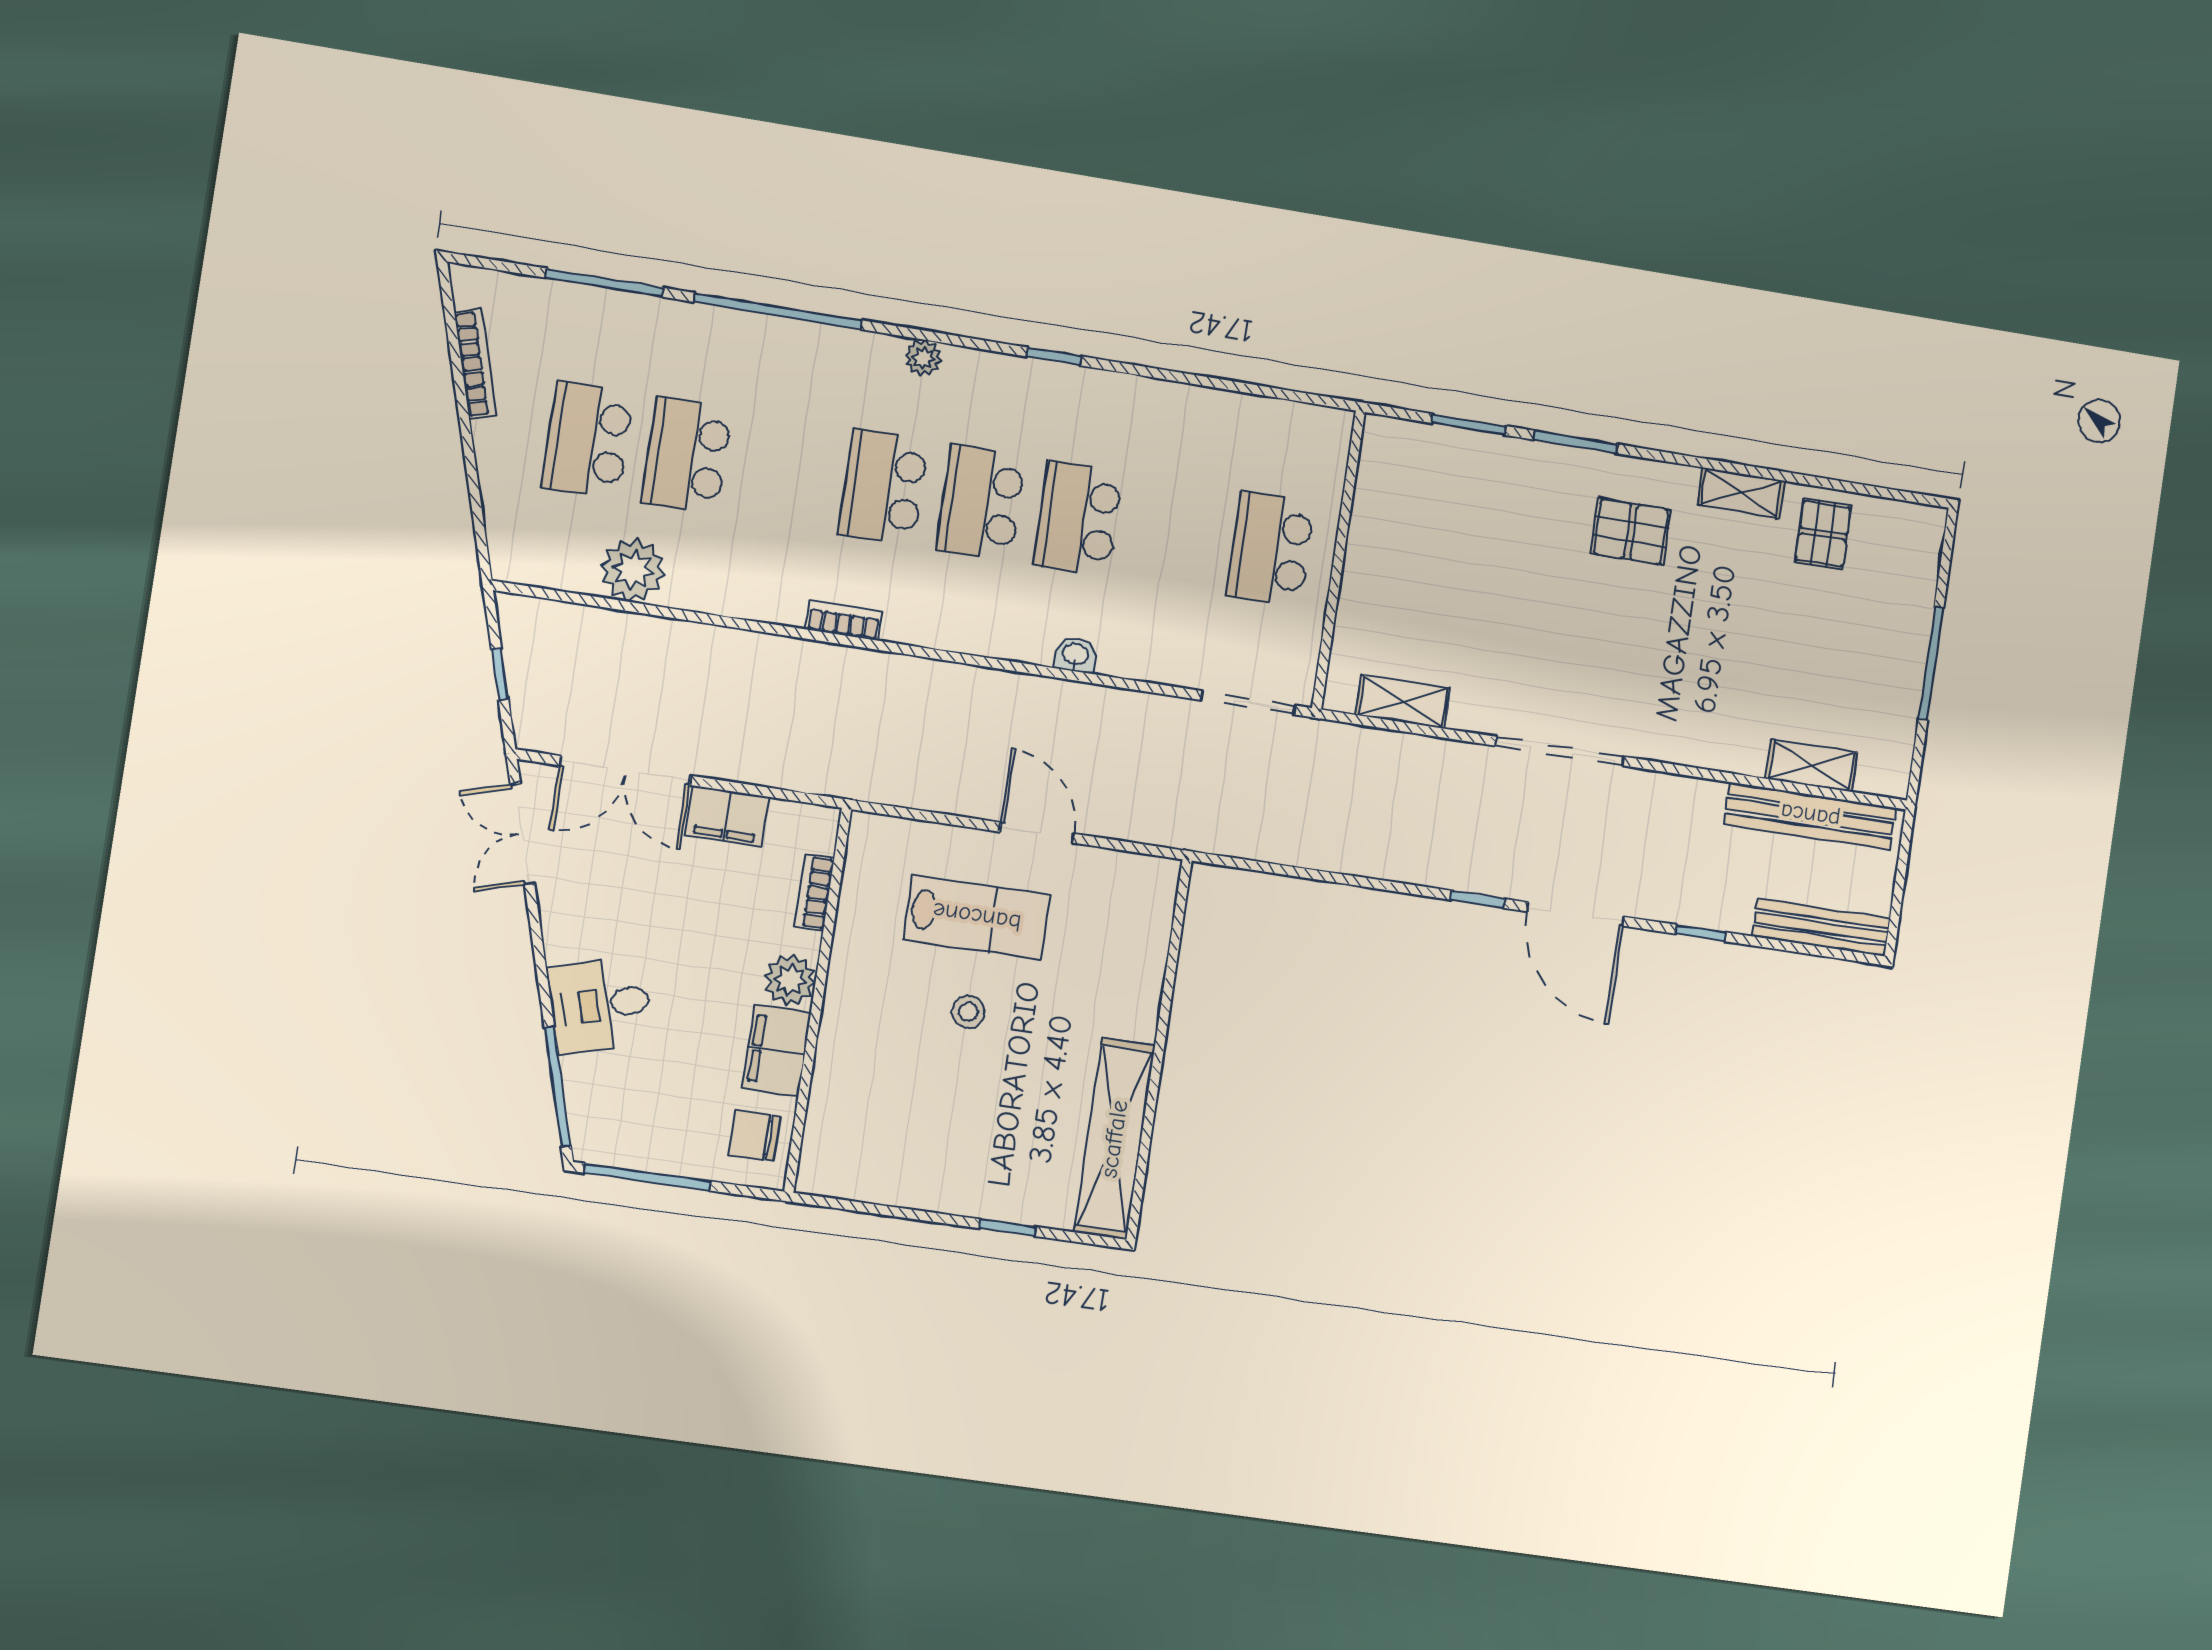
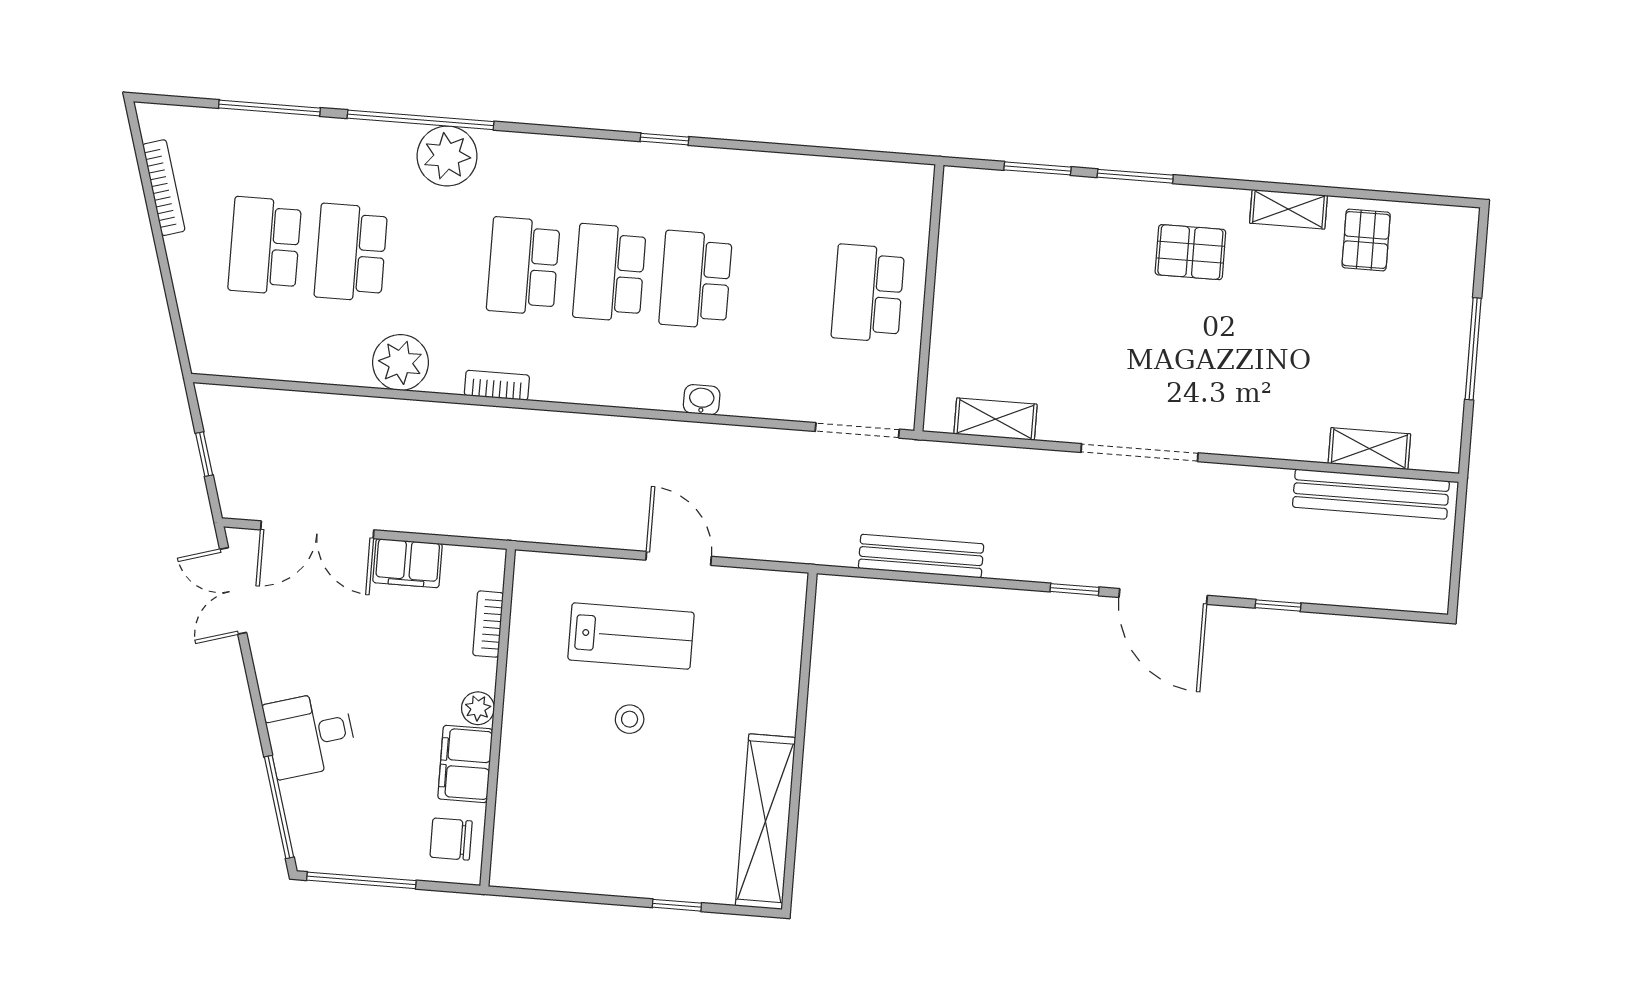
plant: (923, 358) -> (447, 156), moved, width x1.88, depth x1.88
plant: (633, 570) -> (400, 362), moved
bench: (1821, 927) -> (921, 556), moved
plant: (790, 980) -> (478, 708), width x0.73, depth x0.73

